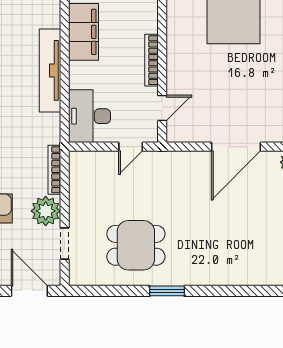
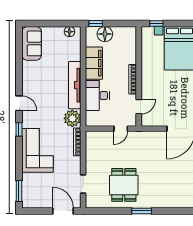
desk: (89, 116) -> (97, 95), moved
plant: (46, 211) -> (72, 118), moved
dining table: (136, 245) -> (124, 185), turned 90

